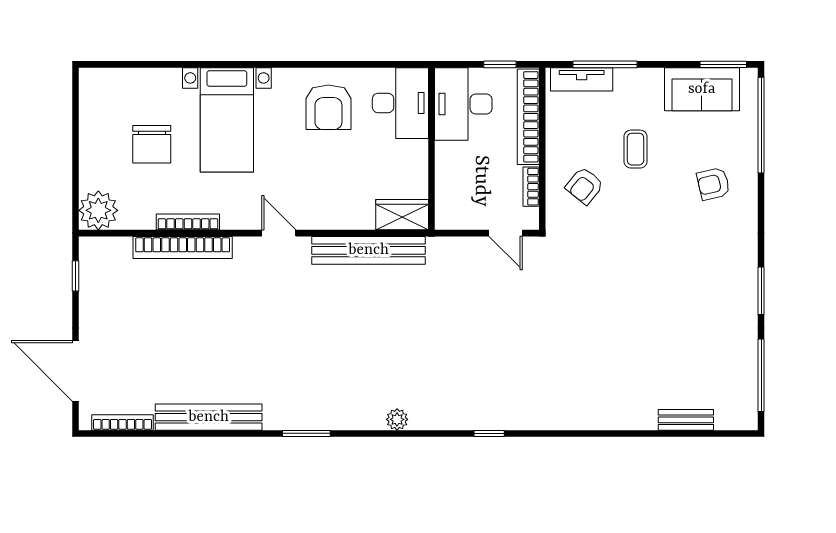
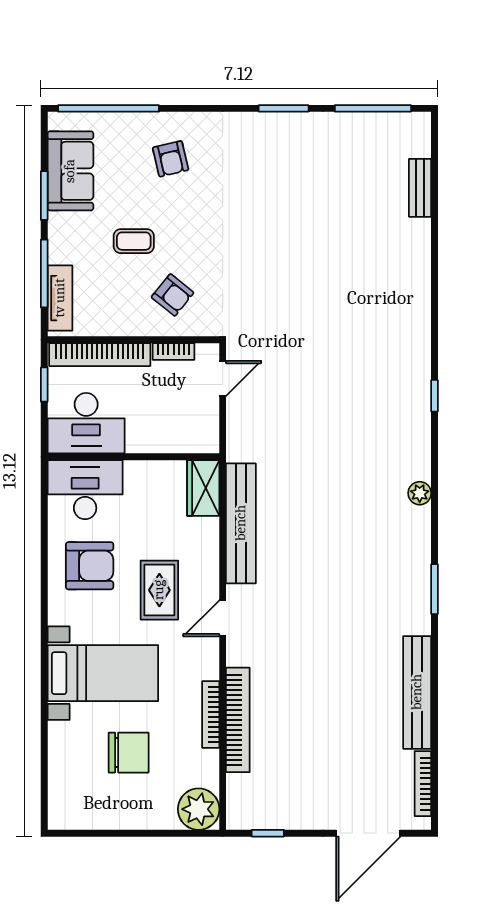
window: (723, 64) -> (44, 196), moved
rug: (305, 173) -> (159, 590), added

